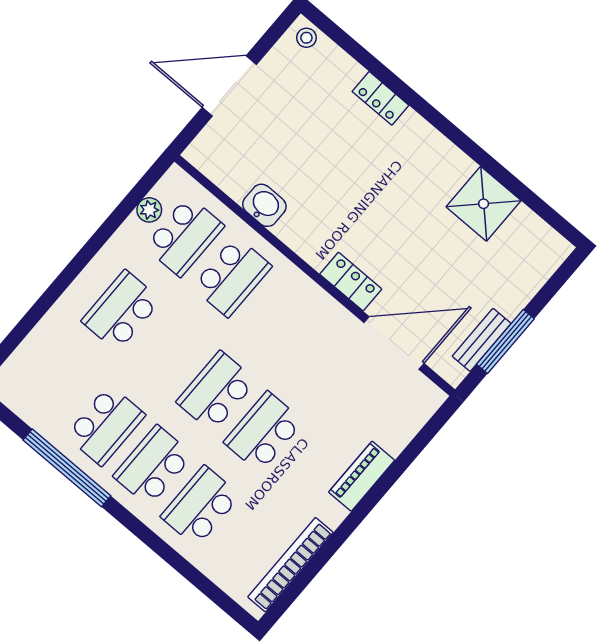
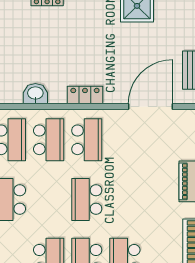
locker: (351, 282) -> (85, 95), moved
school desk: (264, 432) -> (87, 140), moved, turned 180

